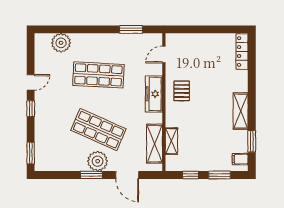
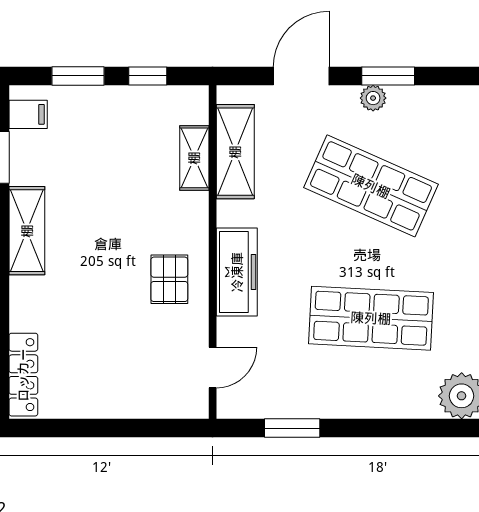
plant: (98, 161) -> (373, 98), width x0.53, depth x0.53
door: (127, 175) -> (301, 76), hinge flipped

